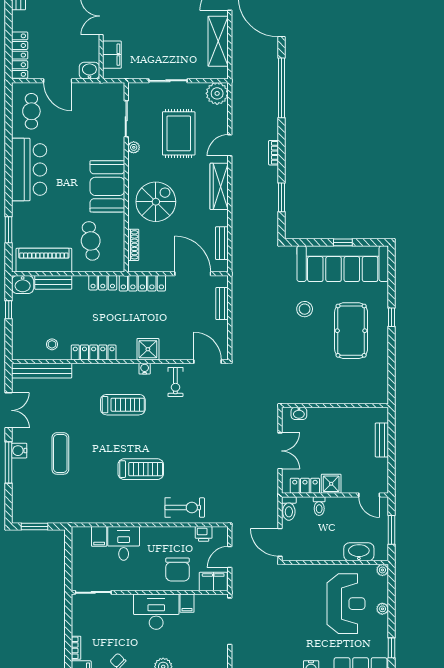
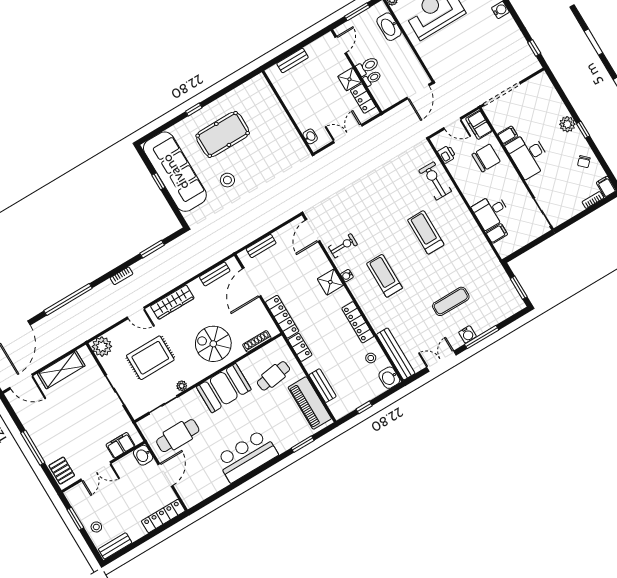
cafe table: (31, 111) -> (178, 436), moved, width x1.37, depth x1.35
washbasin: (23, 285) -> (389, 378), moved, turned 180
toilet: (289, 509) -> (367, 66), moved

